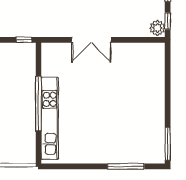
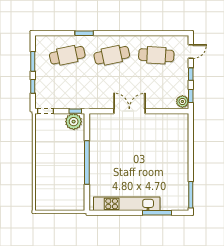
double door: (91, 40) -> (129, 111), swing flipped
plant: (22, 53) -> (74, 122), added
kitchen unit: (50, 118) -> (127, 204), moved, turned -90

